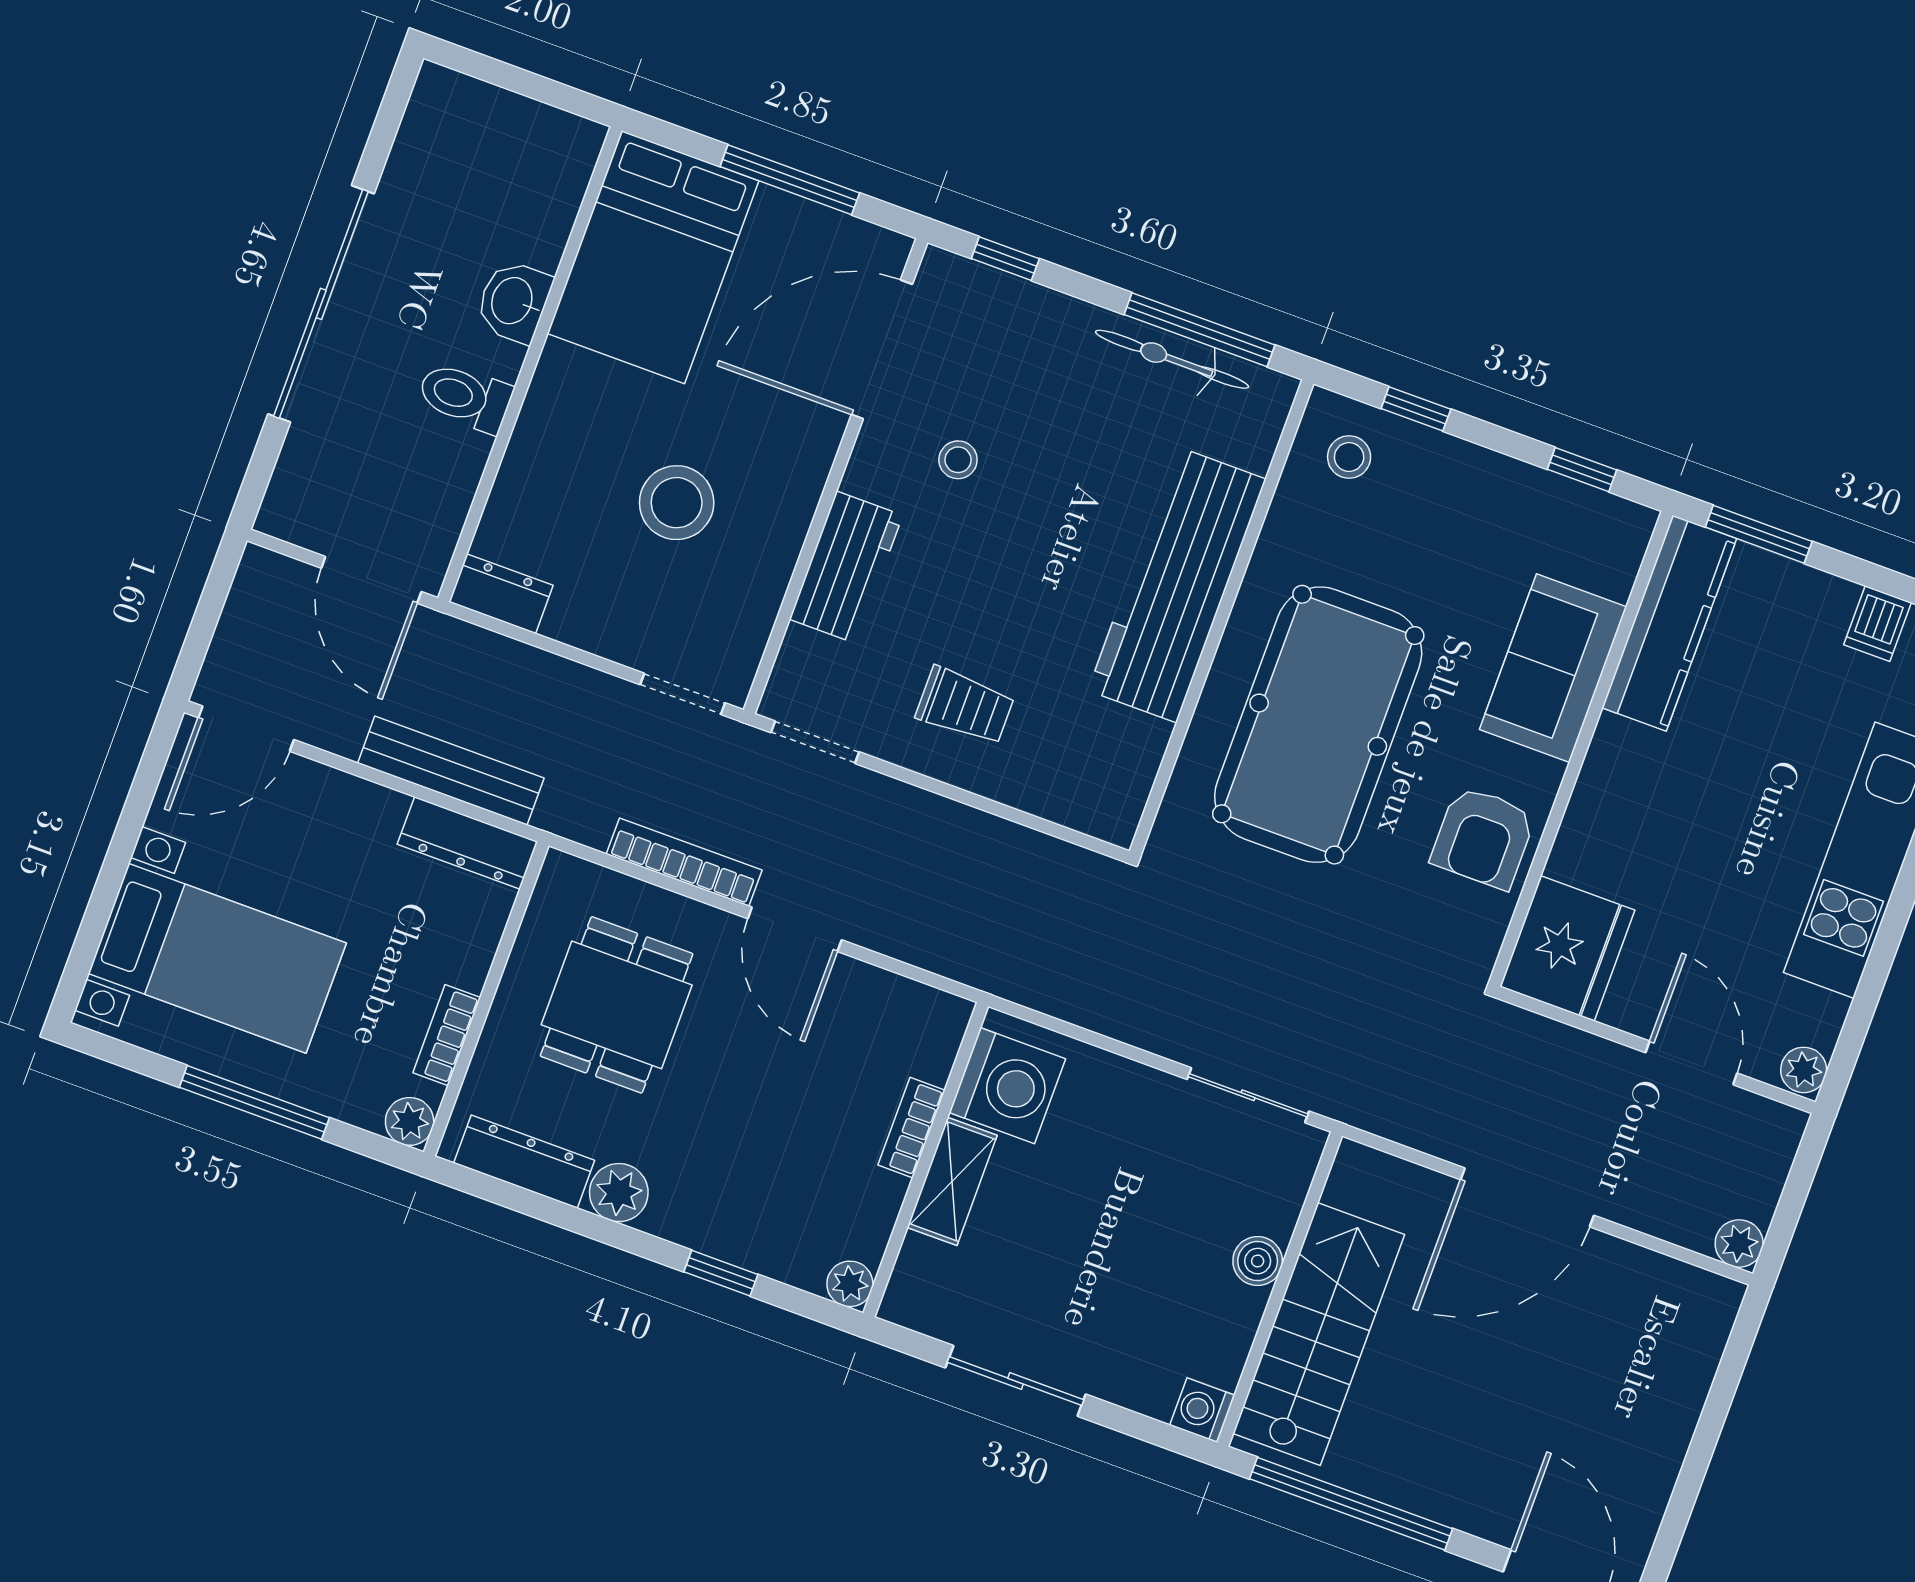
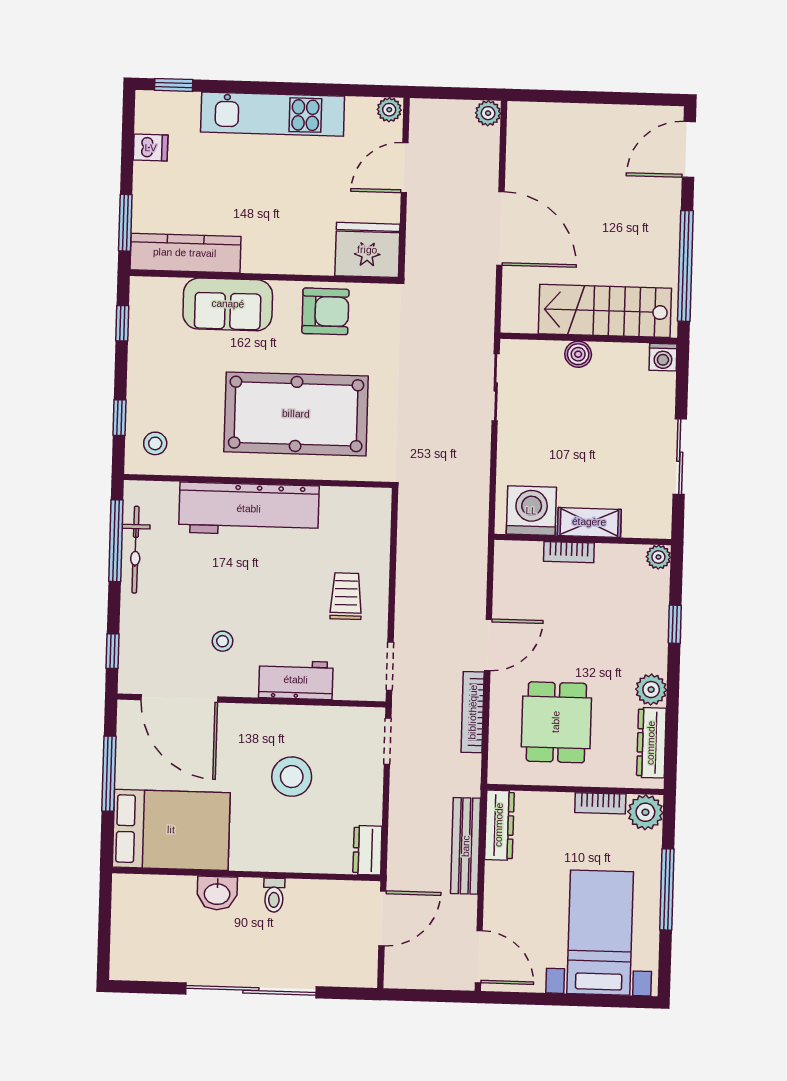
toilet: (465, 397) -> (274, 895), width x0.73, depth x0.72
dining table: (617, 1005) -> (556, 722), turned 90
plant: (410, 1121) -> (645, 812), width x1.38, depth x1.38

